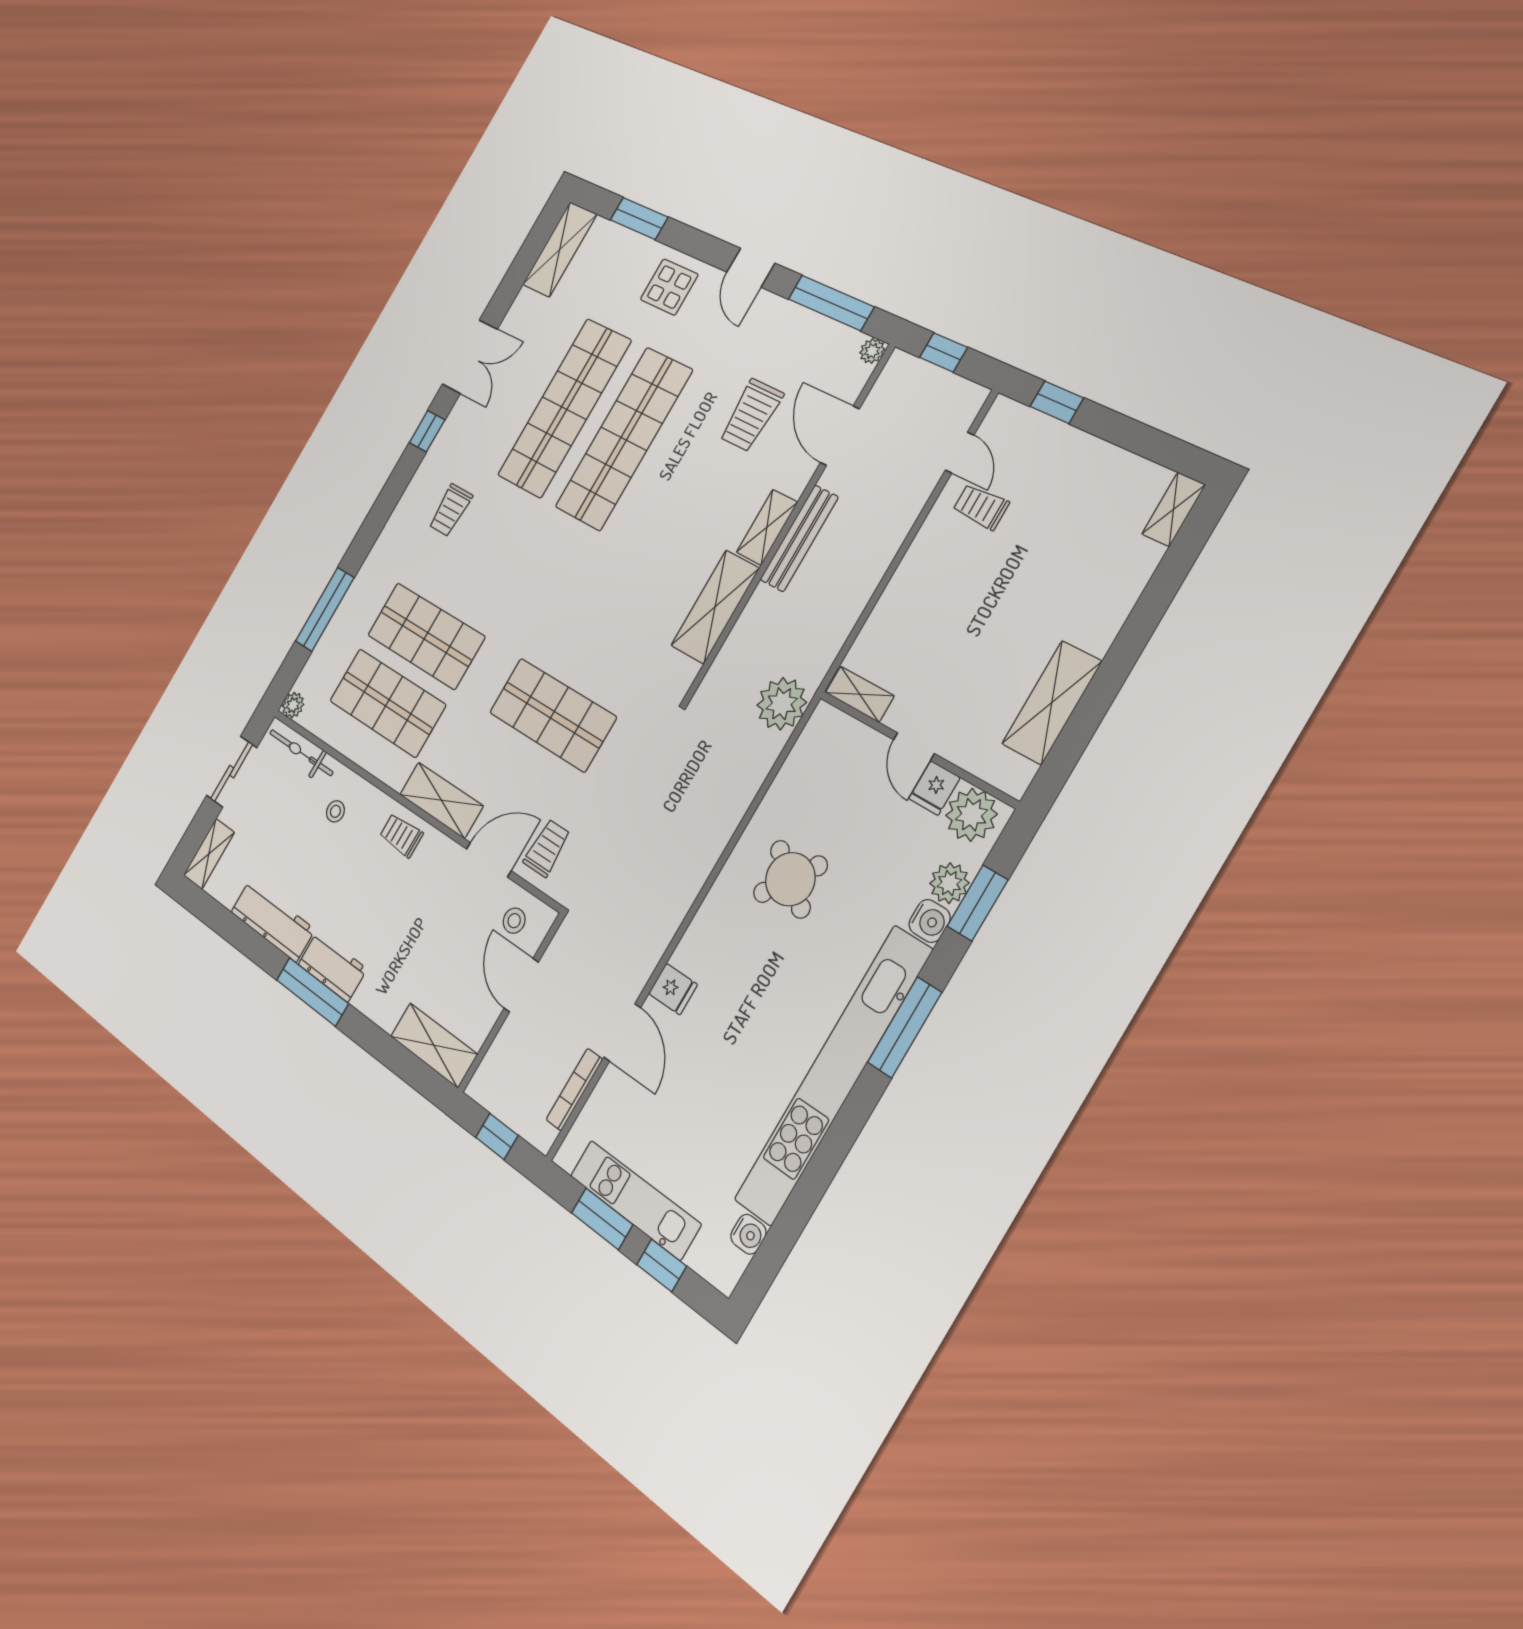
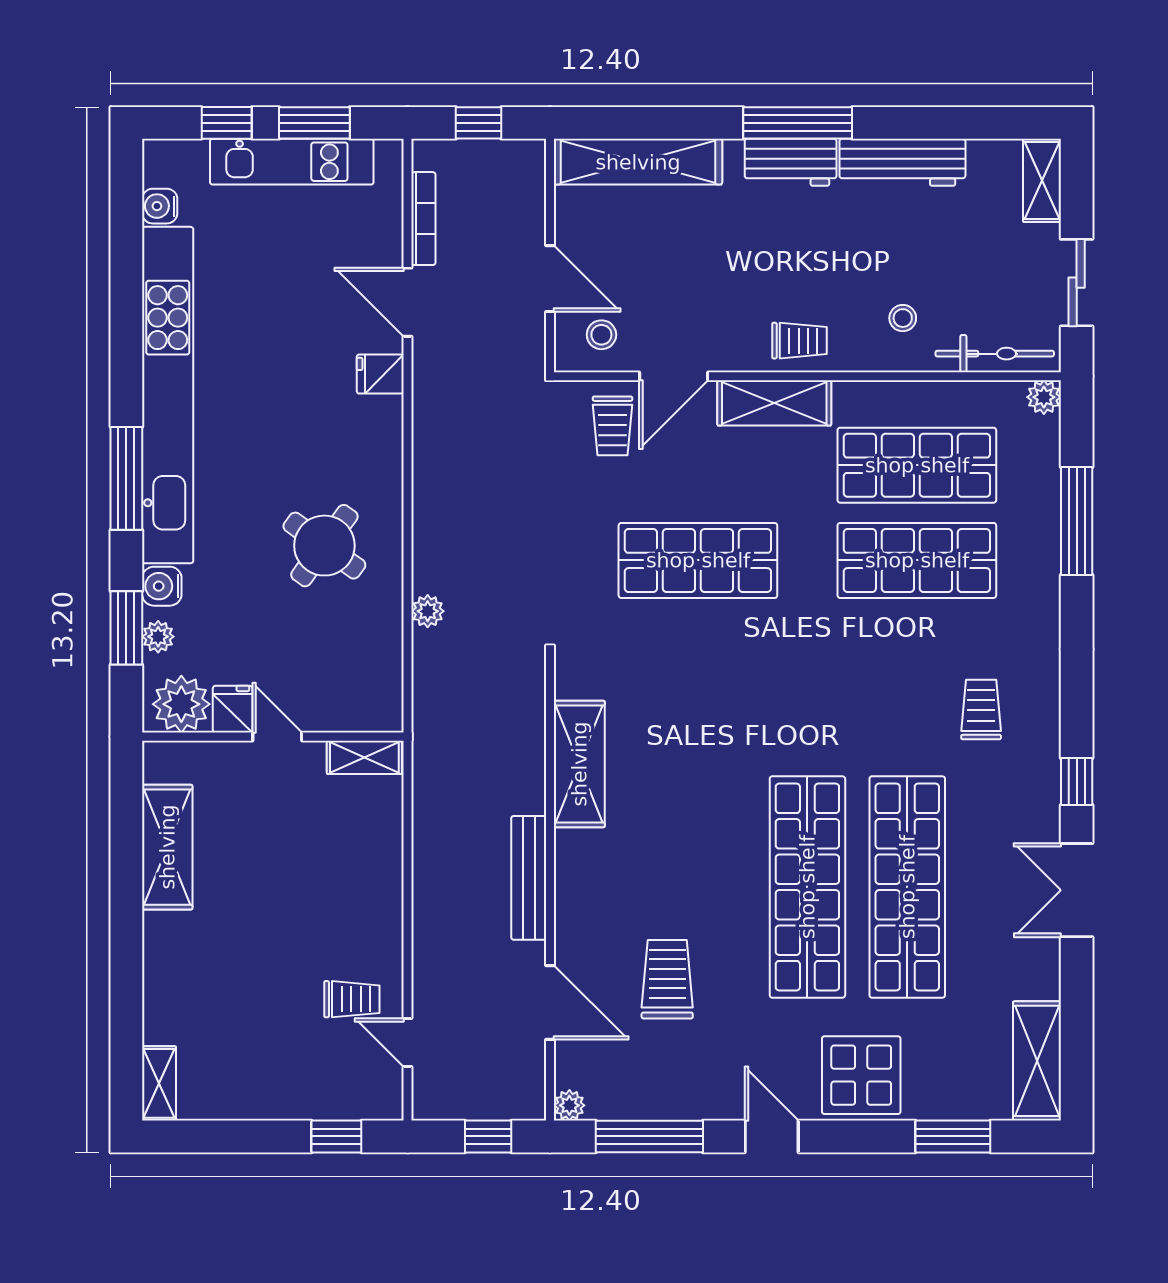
display table: (669, 287) -> (861, 1075), width x1.36, depth x1.36
shelving: (767, 527) -> (573, 872), removed
plant: (782, 704) -> (428, 611), moved, width x0.53, depth x0.53
plant: (949, 883) -> (158, 637), width x0.73, depth x0.73
shelving: (434, 1045) -> (638, 162), width x1.47

